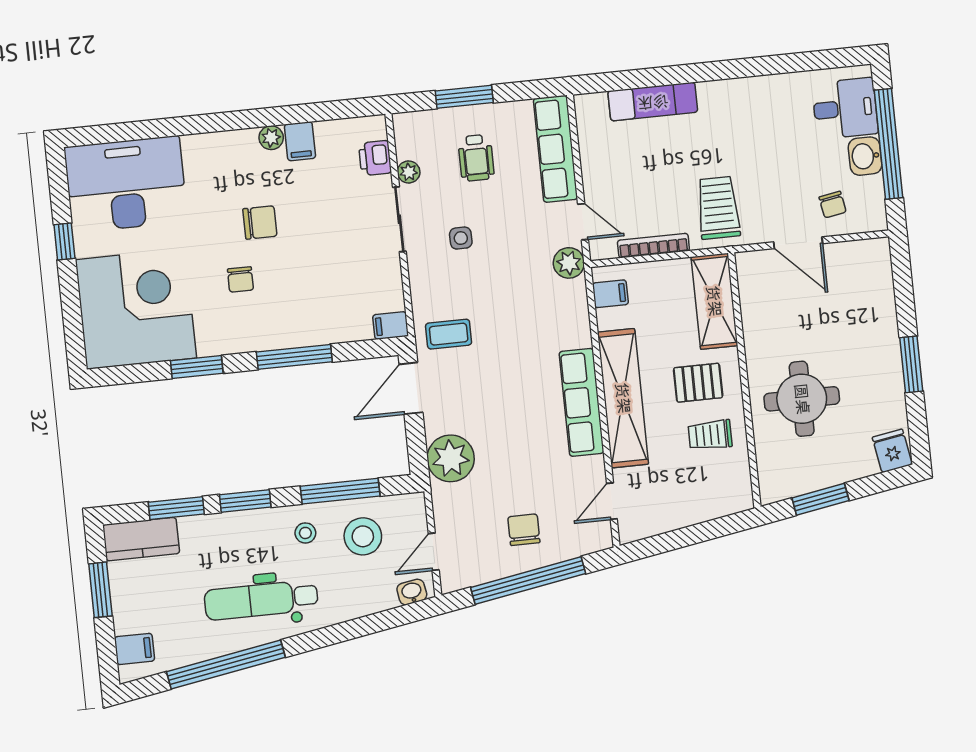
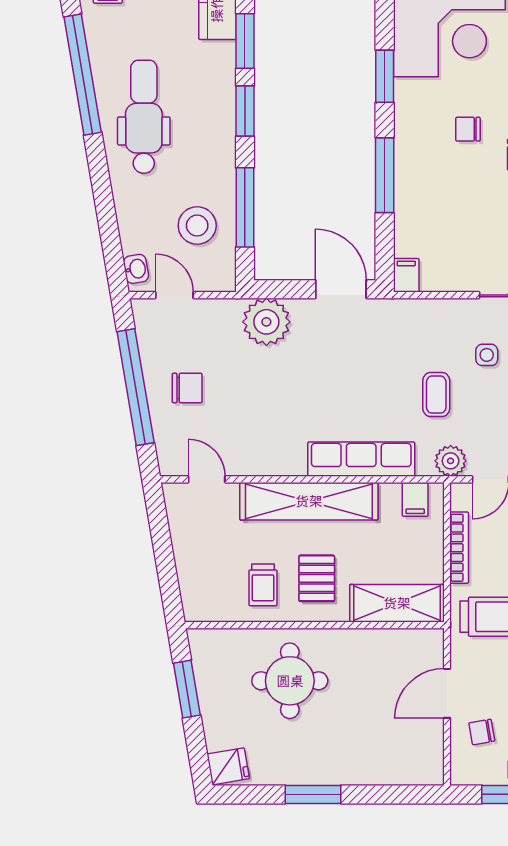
coffee table: (449, 334) -> (436, 395), moved
row of seats: (582, 402) -> (361, 459), moved
trolley: (710, 435) -> (263, 585), turned 180
stool: (305, 533) -> (207, 168), removed

